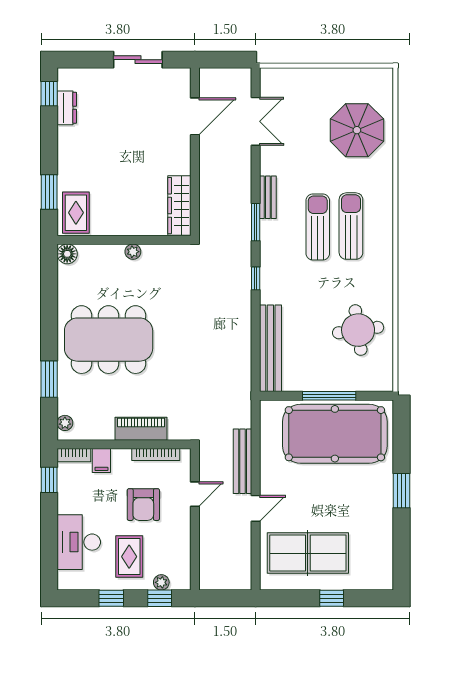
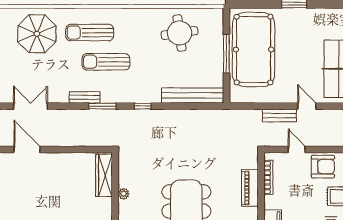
wardrobe: (179, 206) -> (104, 175), moved, turned 90
sun lounger: (351, 226) -> (90, 33), moved
bench: (243, 461) -> (279, 115), width x0.73
armchair: (143, 505) -> (323, 167), moved

